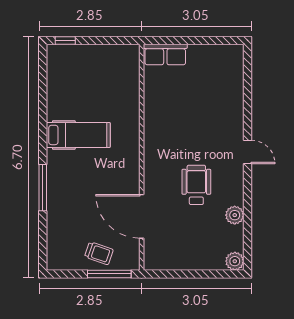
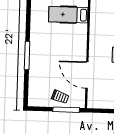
hospital bed: (78, 135) -> (68, 15), moved, turned 180

